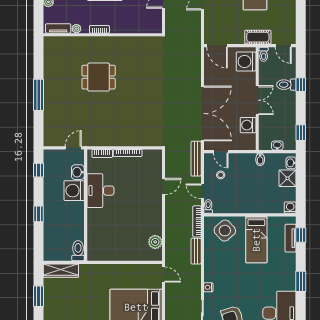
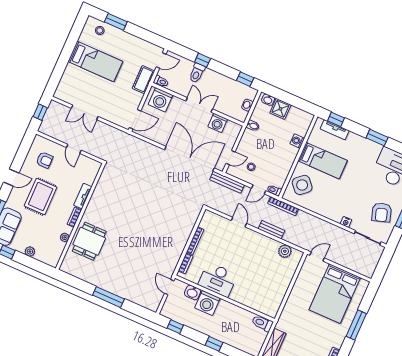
tv unit: (58, 28) -> (83, 196), moved
dining table: (99, 77) -> (89, 241), moved
washing machine: (290, 208) -> (297, 141), moved
bench: (196, 251) -> (272, 230), moved

